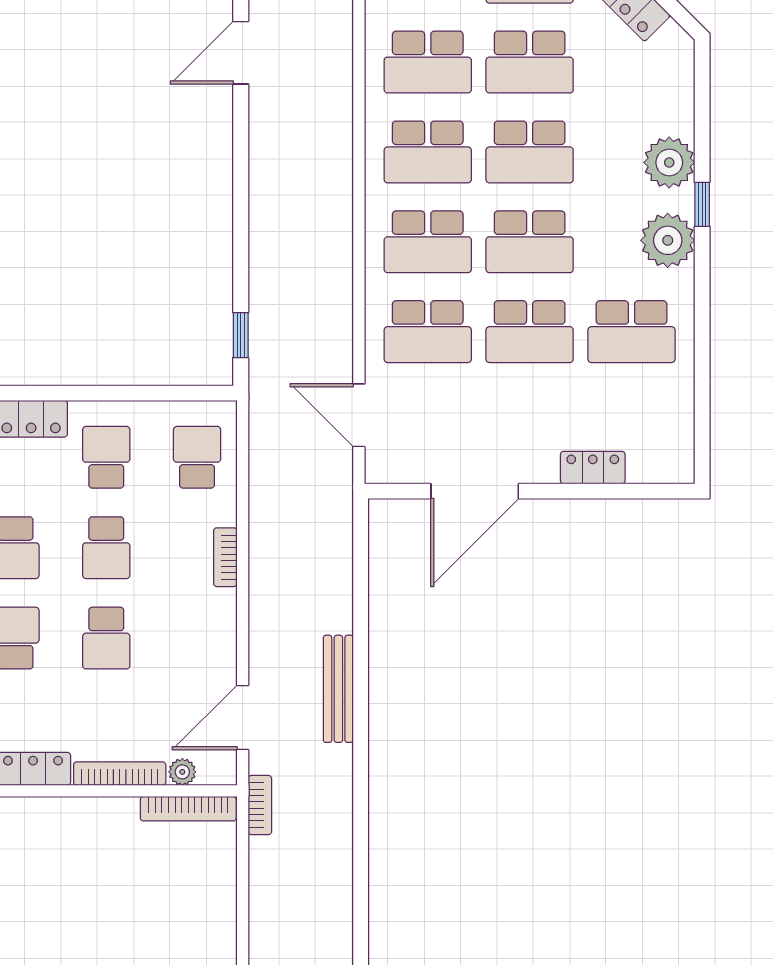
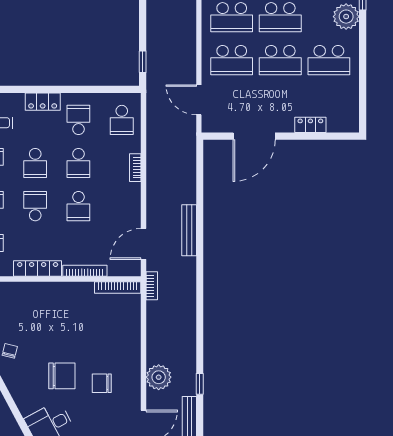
school desk: (197, 457) -> (122, 120), turned 180
plant: (182, 772) -> (115, 270), removed

